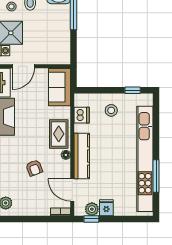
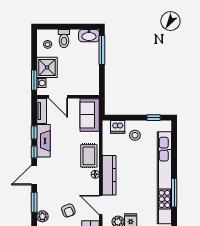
door: (24, 66) -> (58, 97), hinge flipped
dishwasher: (82, 115) -> (118, 127), moved, turned 90
armchair: (34, 168) -> (68, 211), moved

